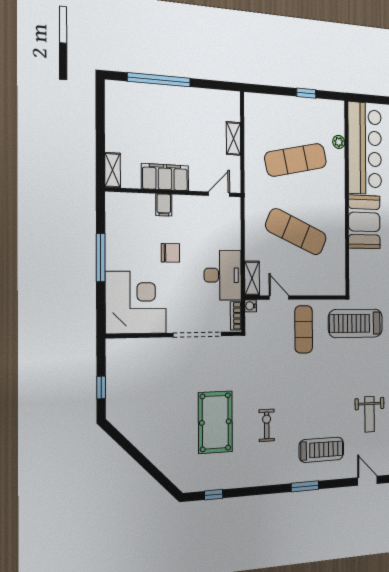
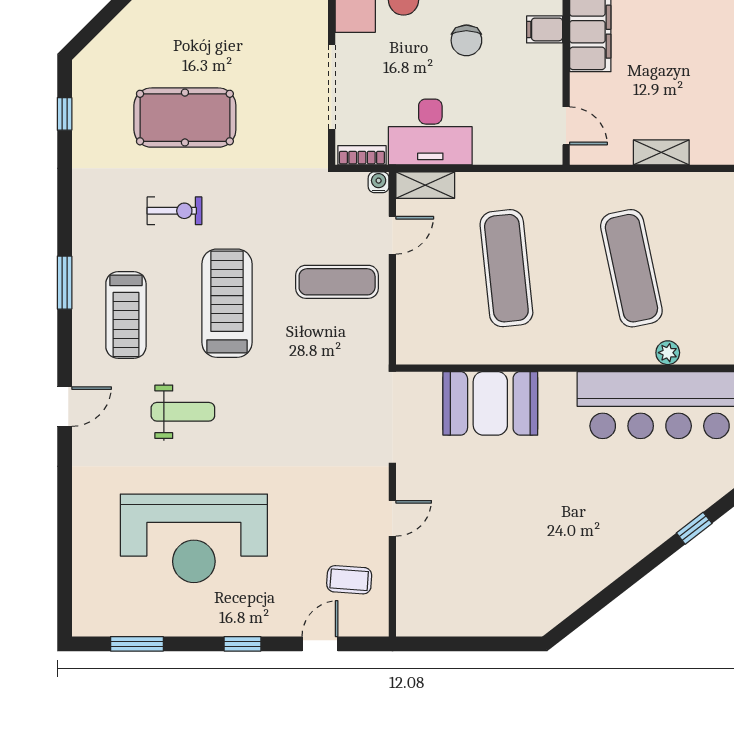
booth: (364, 222) -> (490, 403), moved
exercise mat: (296, 232) -> (506, 268), turned -30
treadmill: (355, 323) -> (227, 303), moved
weight bench: (370, 414) -> (183, 412), turned 180

